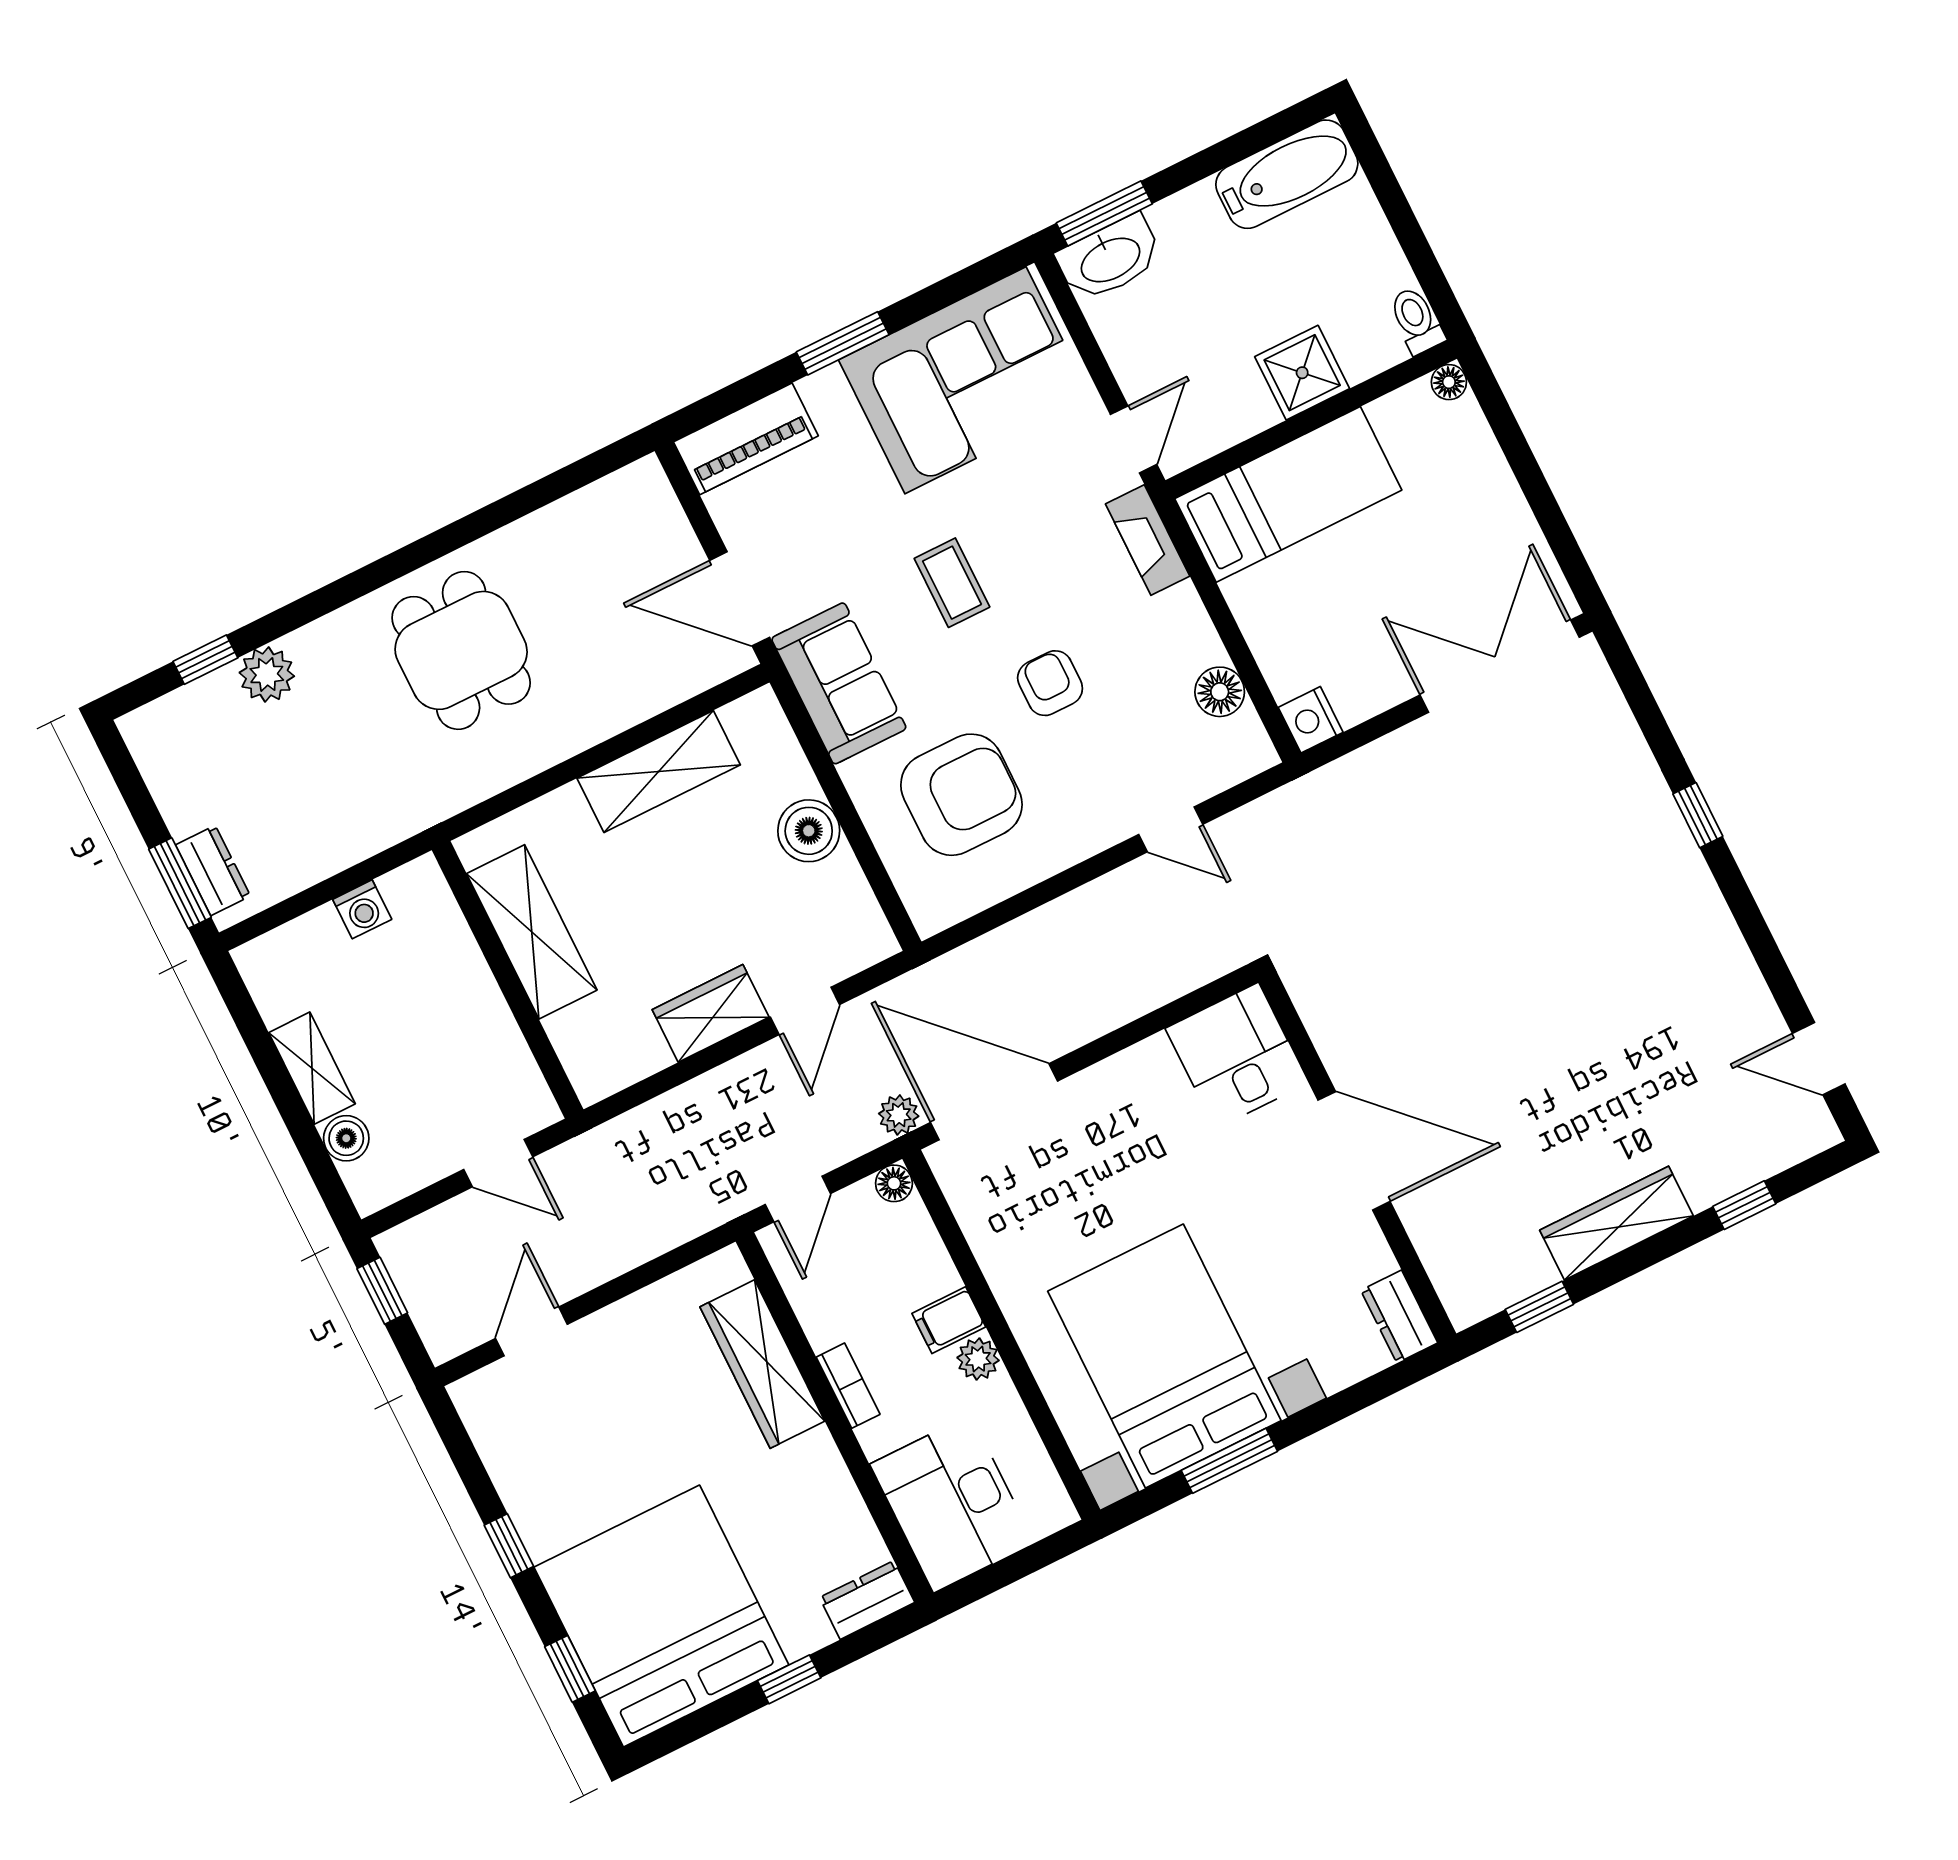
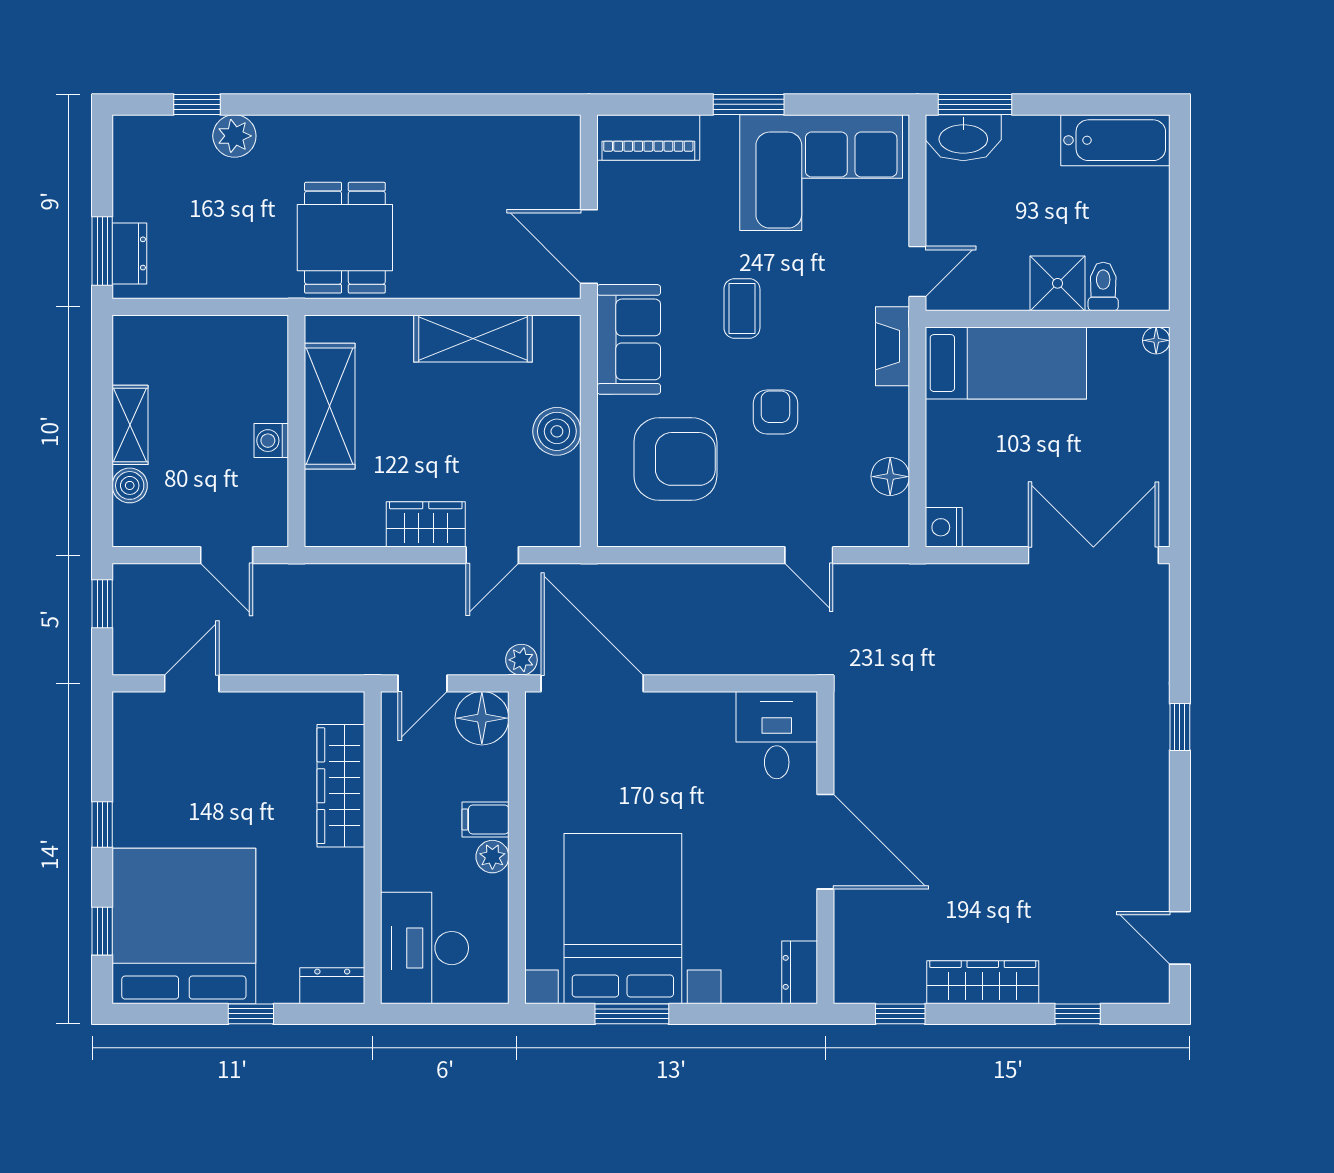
toilet: (1416, 320) -> (1103, 286), moved
dining table: (461, 650) -> (345, 238), moved
washing machine: (362, 909) -> (271, 441), moved, turned 90
floor lamp: (894, 1183) -> (482, 718), width x1.89, depth x1.89
bookcase: (848, 1386) -> (393, 830), removed

